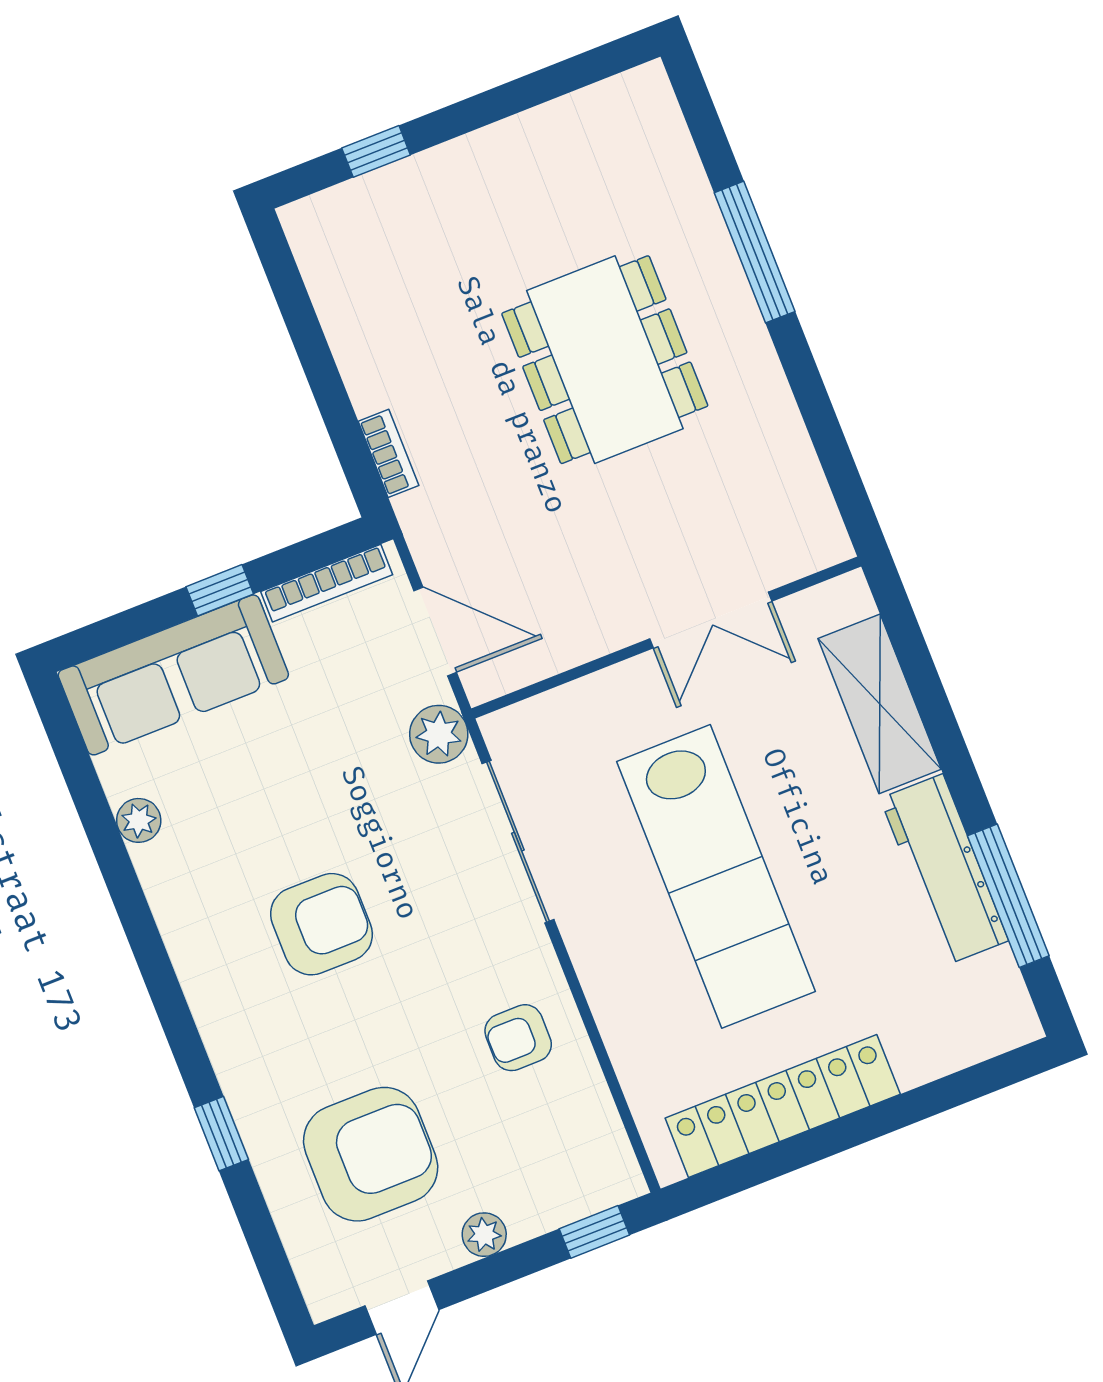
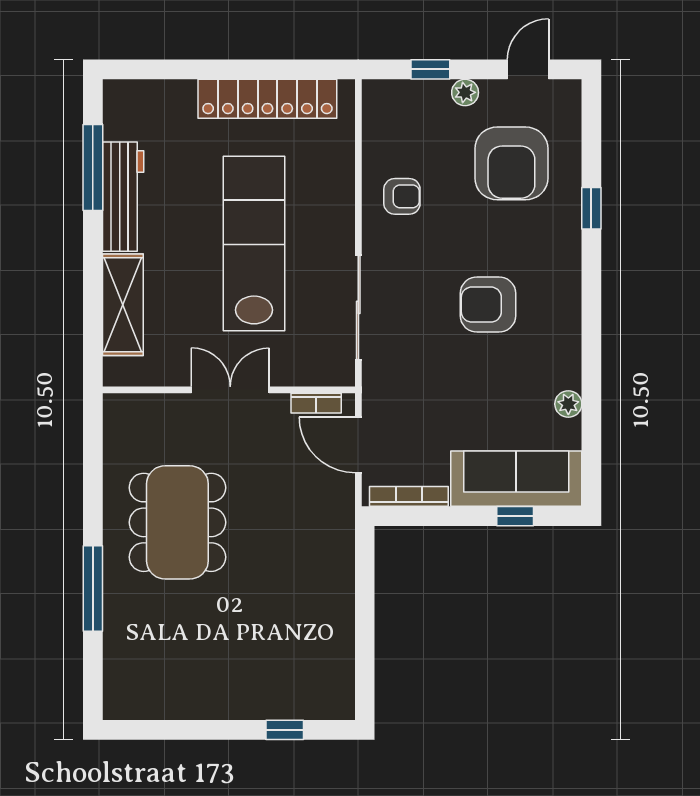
dining table: (605, 360) -> (177, 522), moved
bookcase: (388, 453) -> (316, 403), moved, turned -90
window: (220, 590) -> (515, 516), moved
double door: (711, 620) -> (230, 390), moved
plant: (439, 734) -> (379, 386), removed
armchair: (371, 1154) -> (511, 163), turned -90
window: (594, 1232) -> (430, 69), moved

